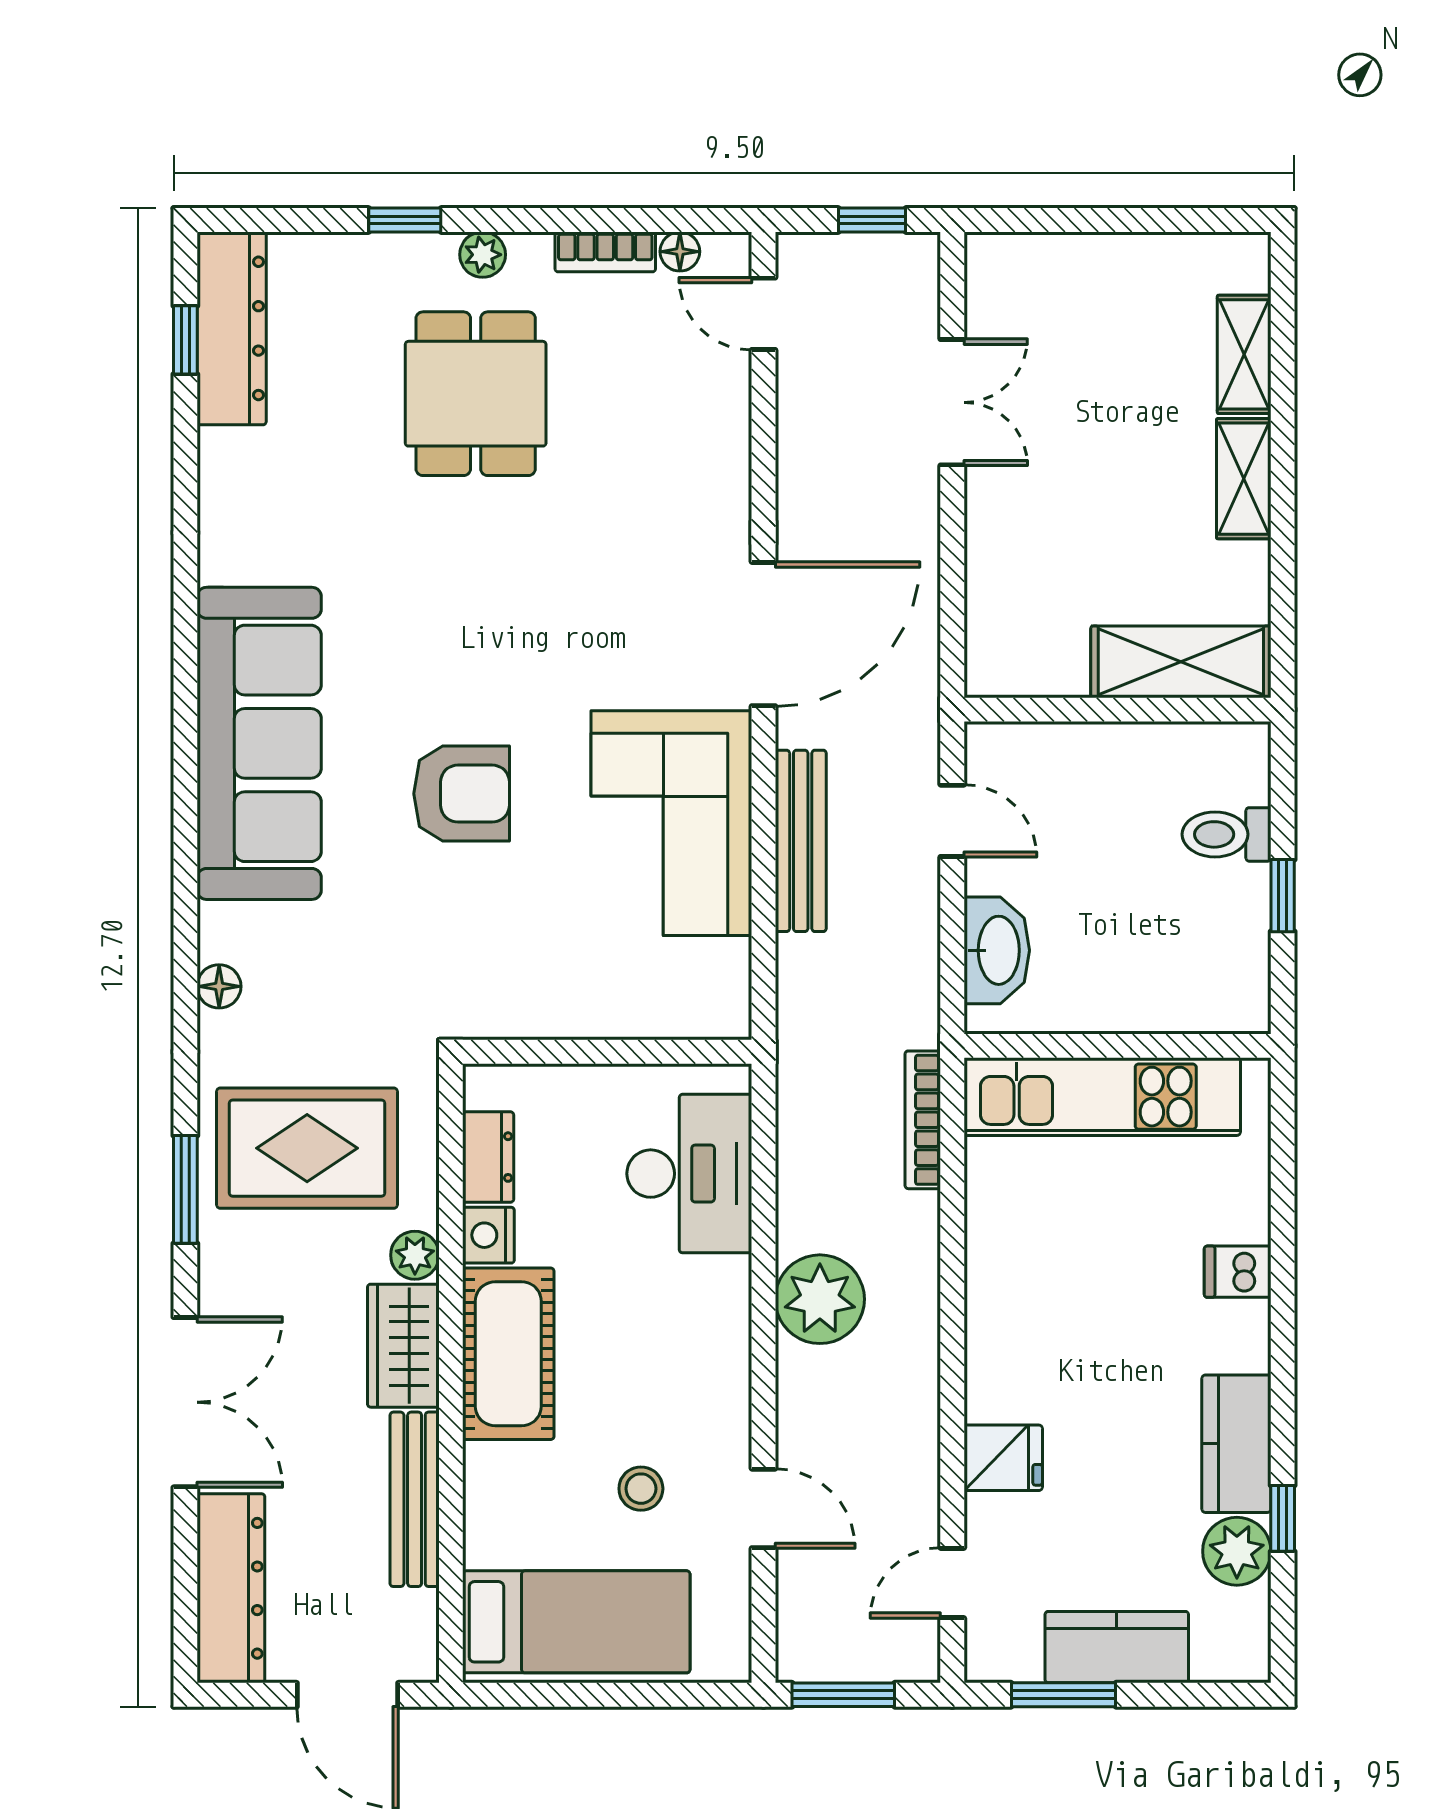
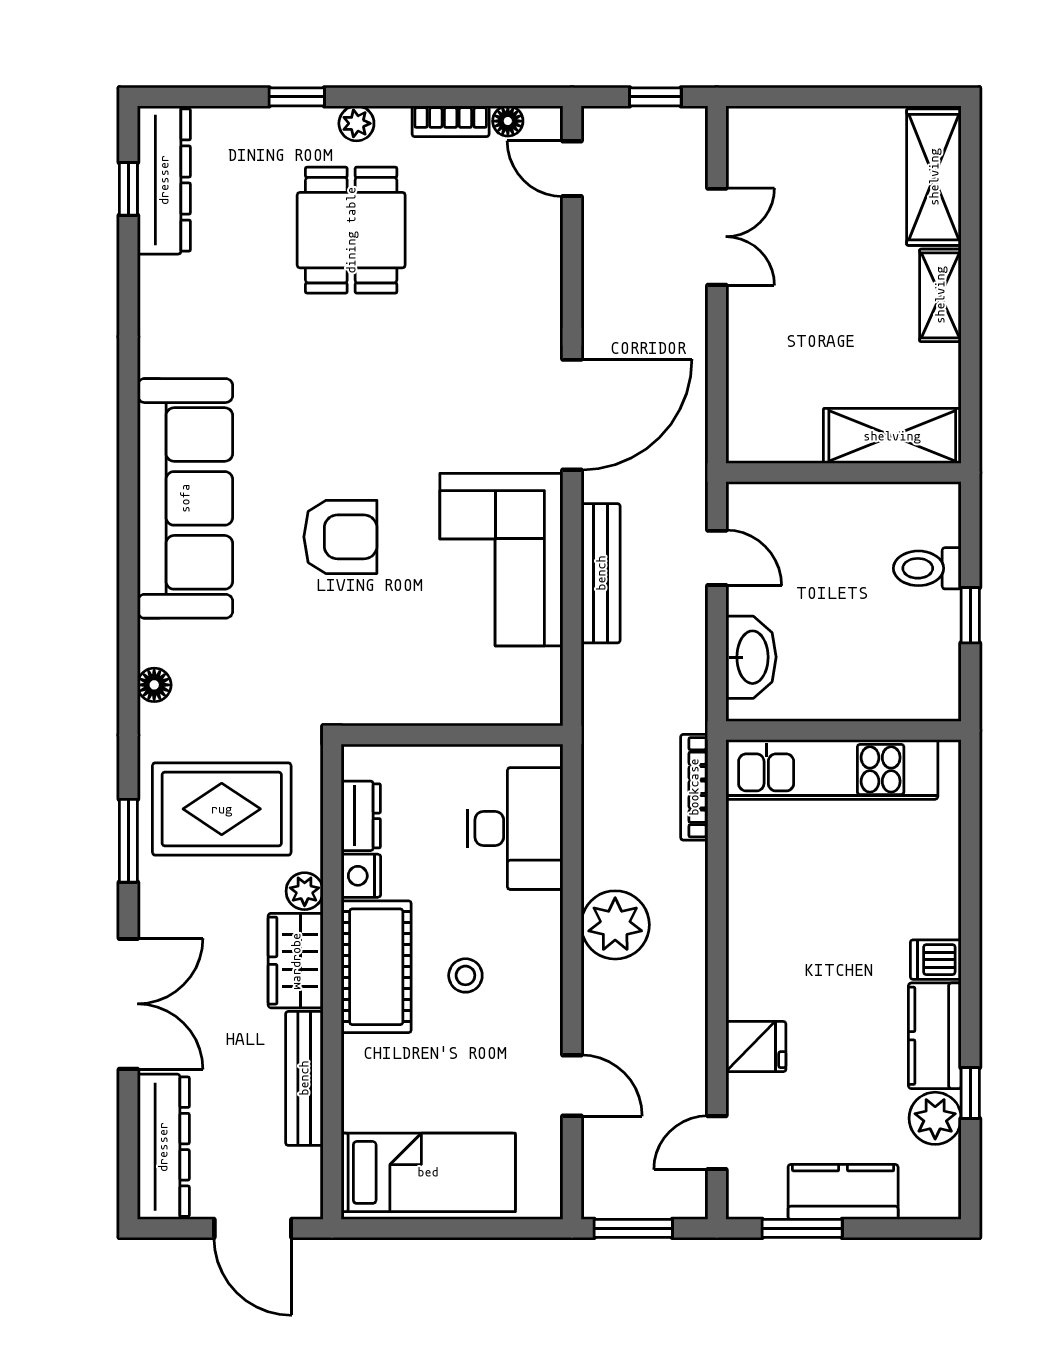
shelving: (1244, 354) -> (934, 177), width x1.50, depth x1.33
dishwasher: (1238, 1272) -> (936, 960), moved
stool: (641, 1489) -> (465, 975), moved

